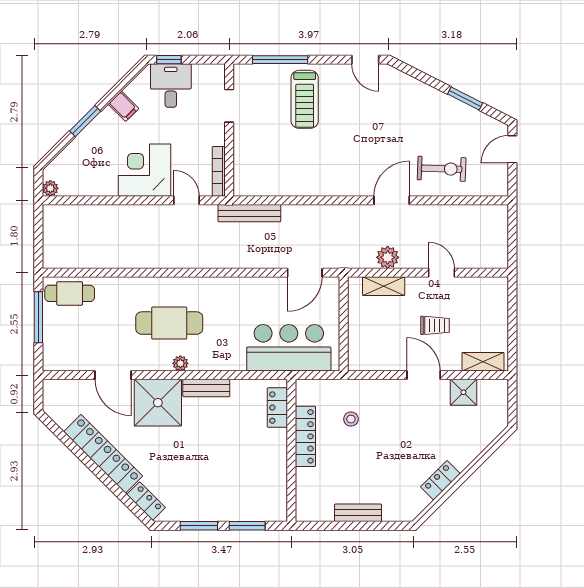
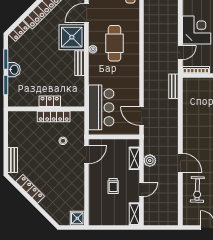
bench: (249, 213) -> (174, 86), width x0.73
shelving: (483, 362) -> (134, 214), moved
door: (424, 375) -> (87, 155), moved
shower: (463, 392) -> (77, 218), moved
locker: (277, 408) -> (50, 101), moved
locker: (440, 480) -> (30, 189), width x1.53
washbasin: (218, 510) -> (14, 70), added
bench: (358, 513) -> (13, 160), moved

